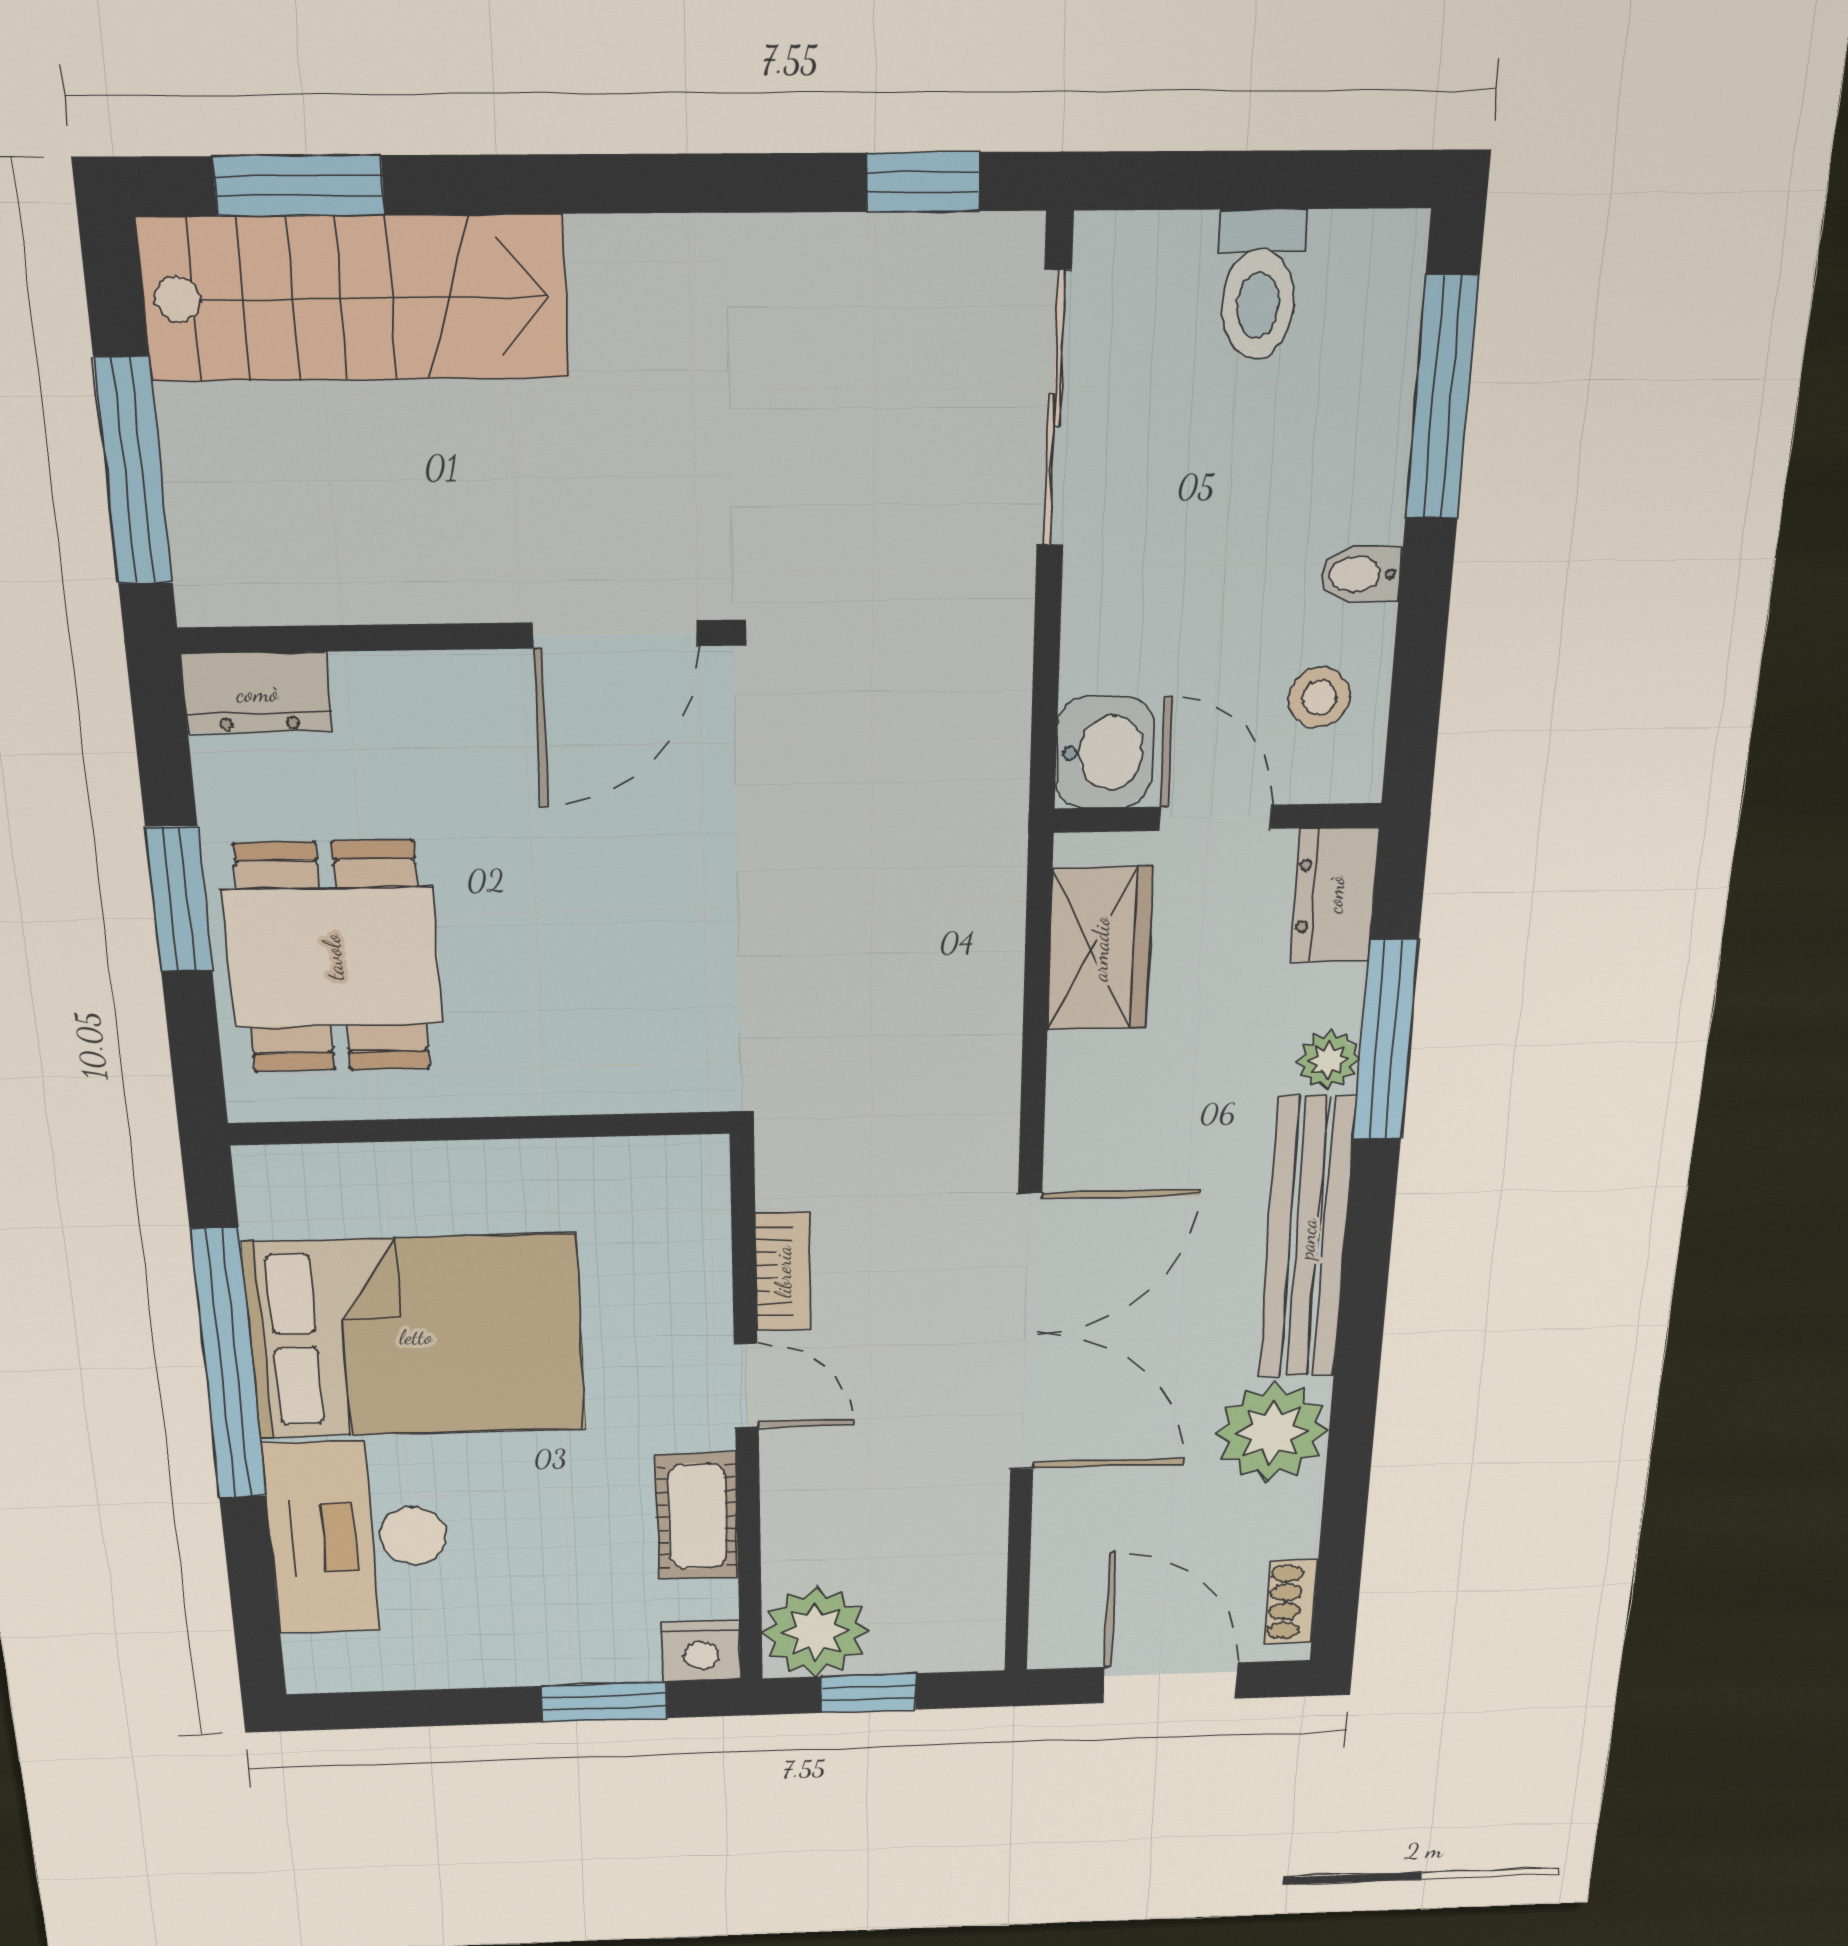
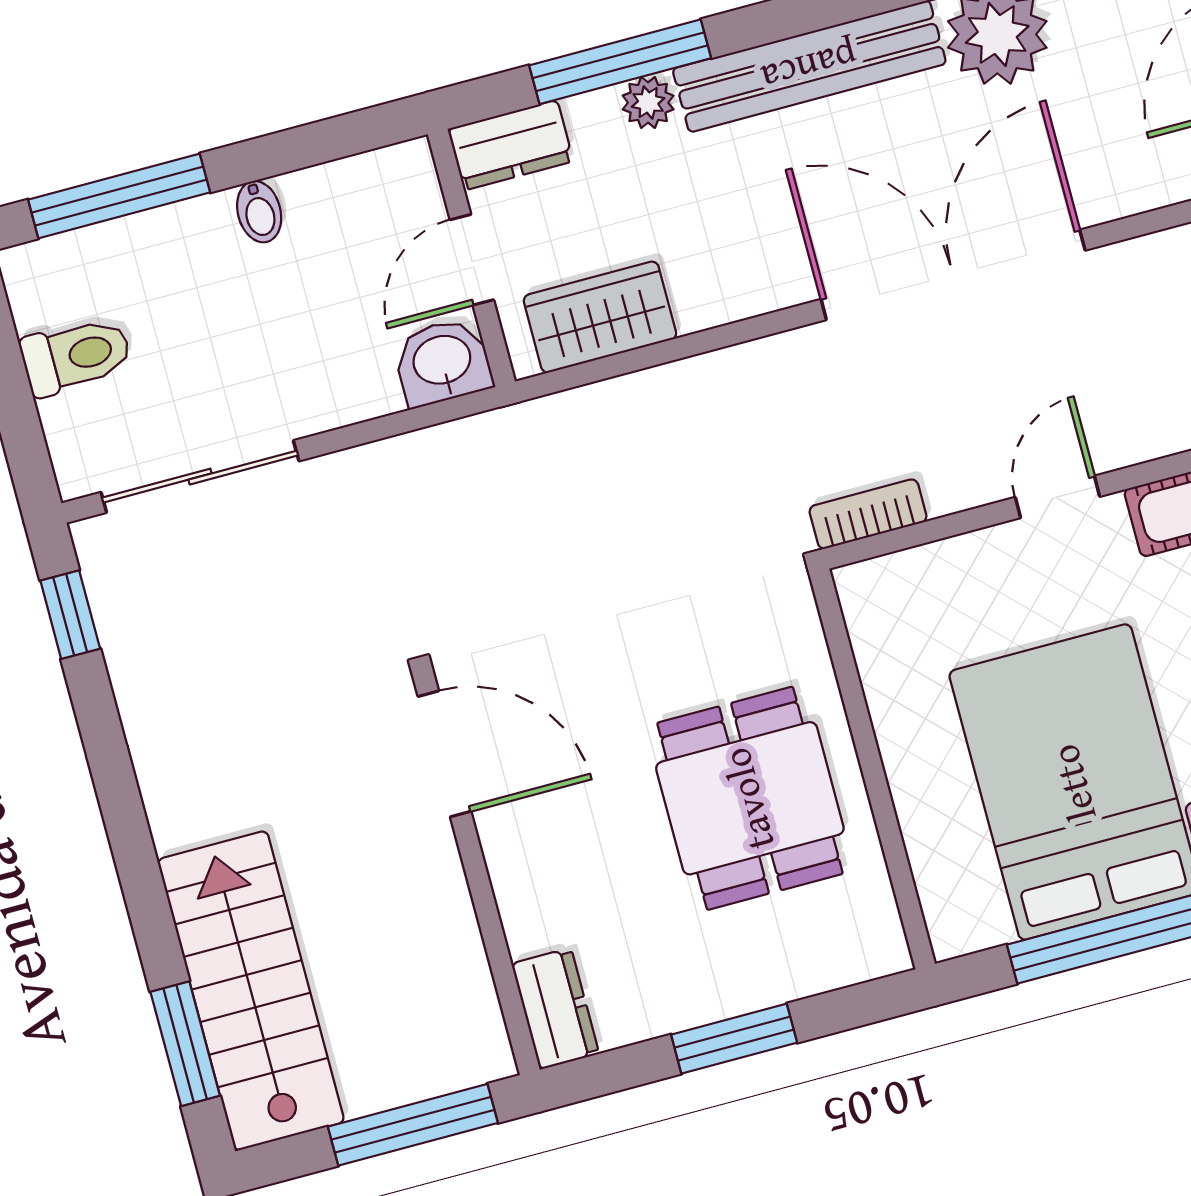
stool: (1319, 697) -> (359, 211), removed
dining table: (333, 957) -> (750, 798), moved, turned 90
bookcase: (783, 1272) -> (868, 514), moved

